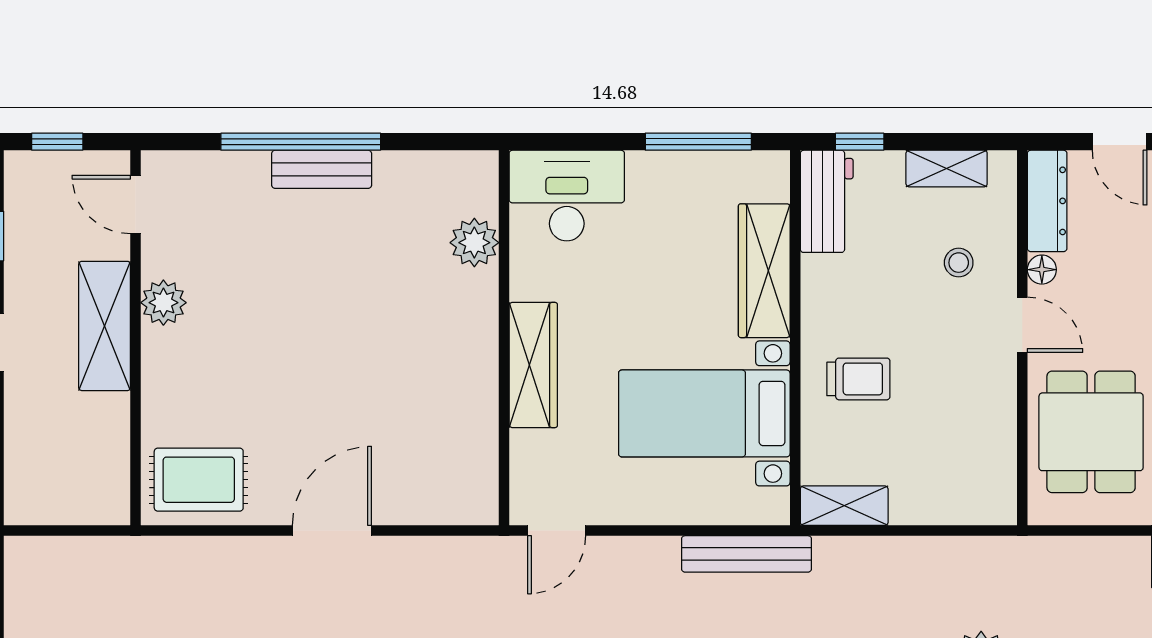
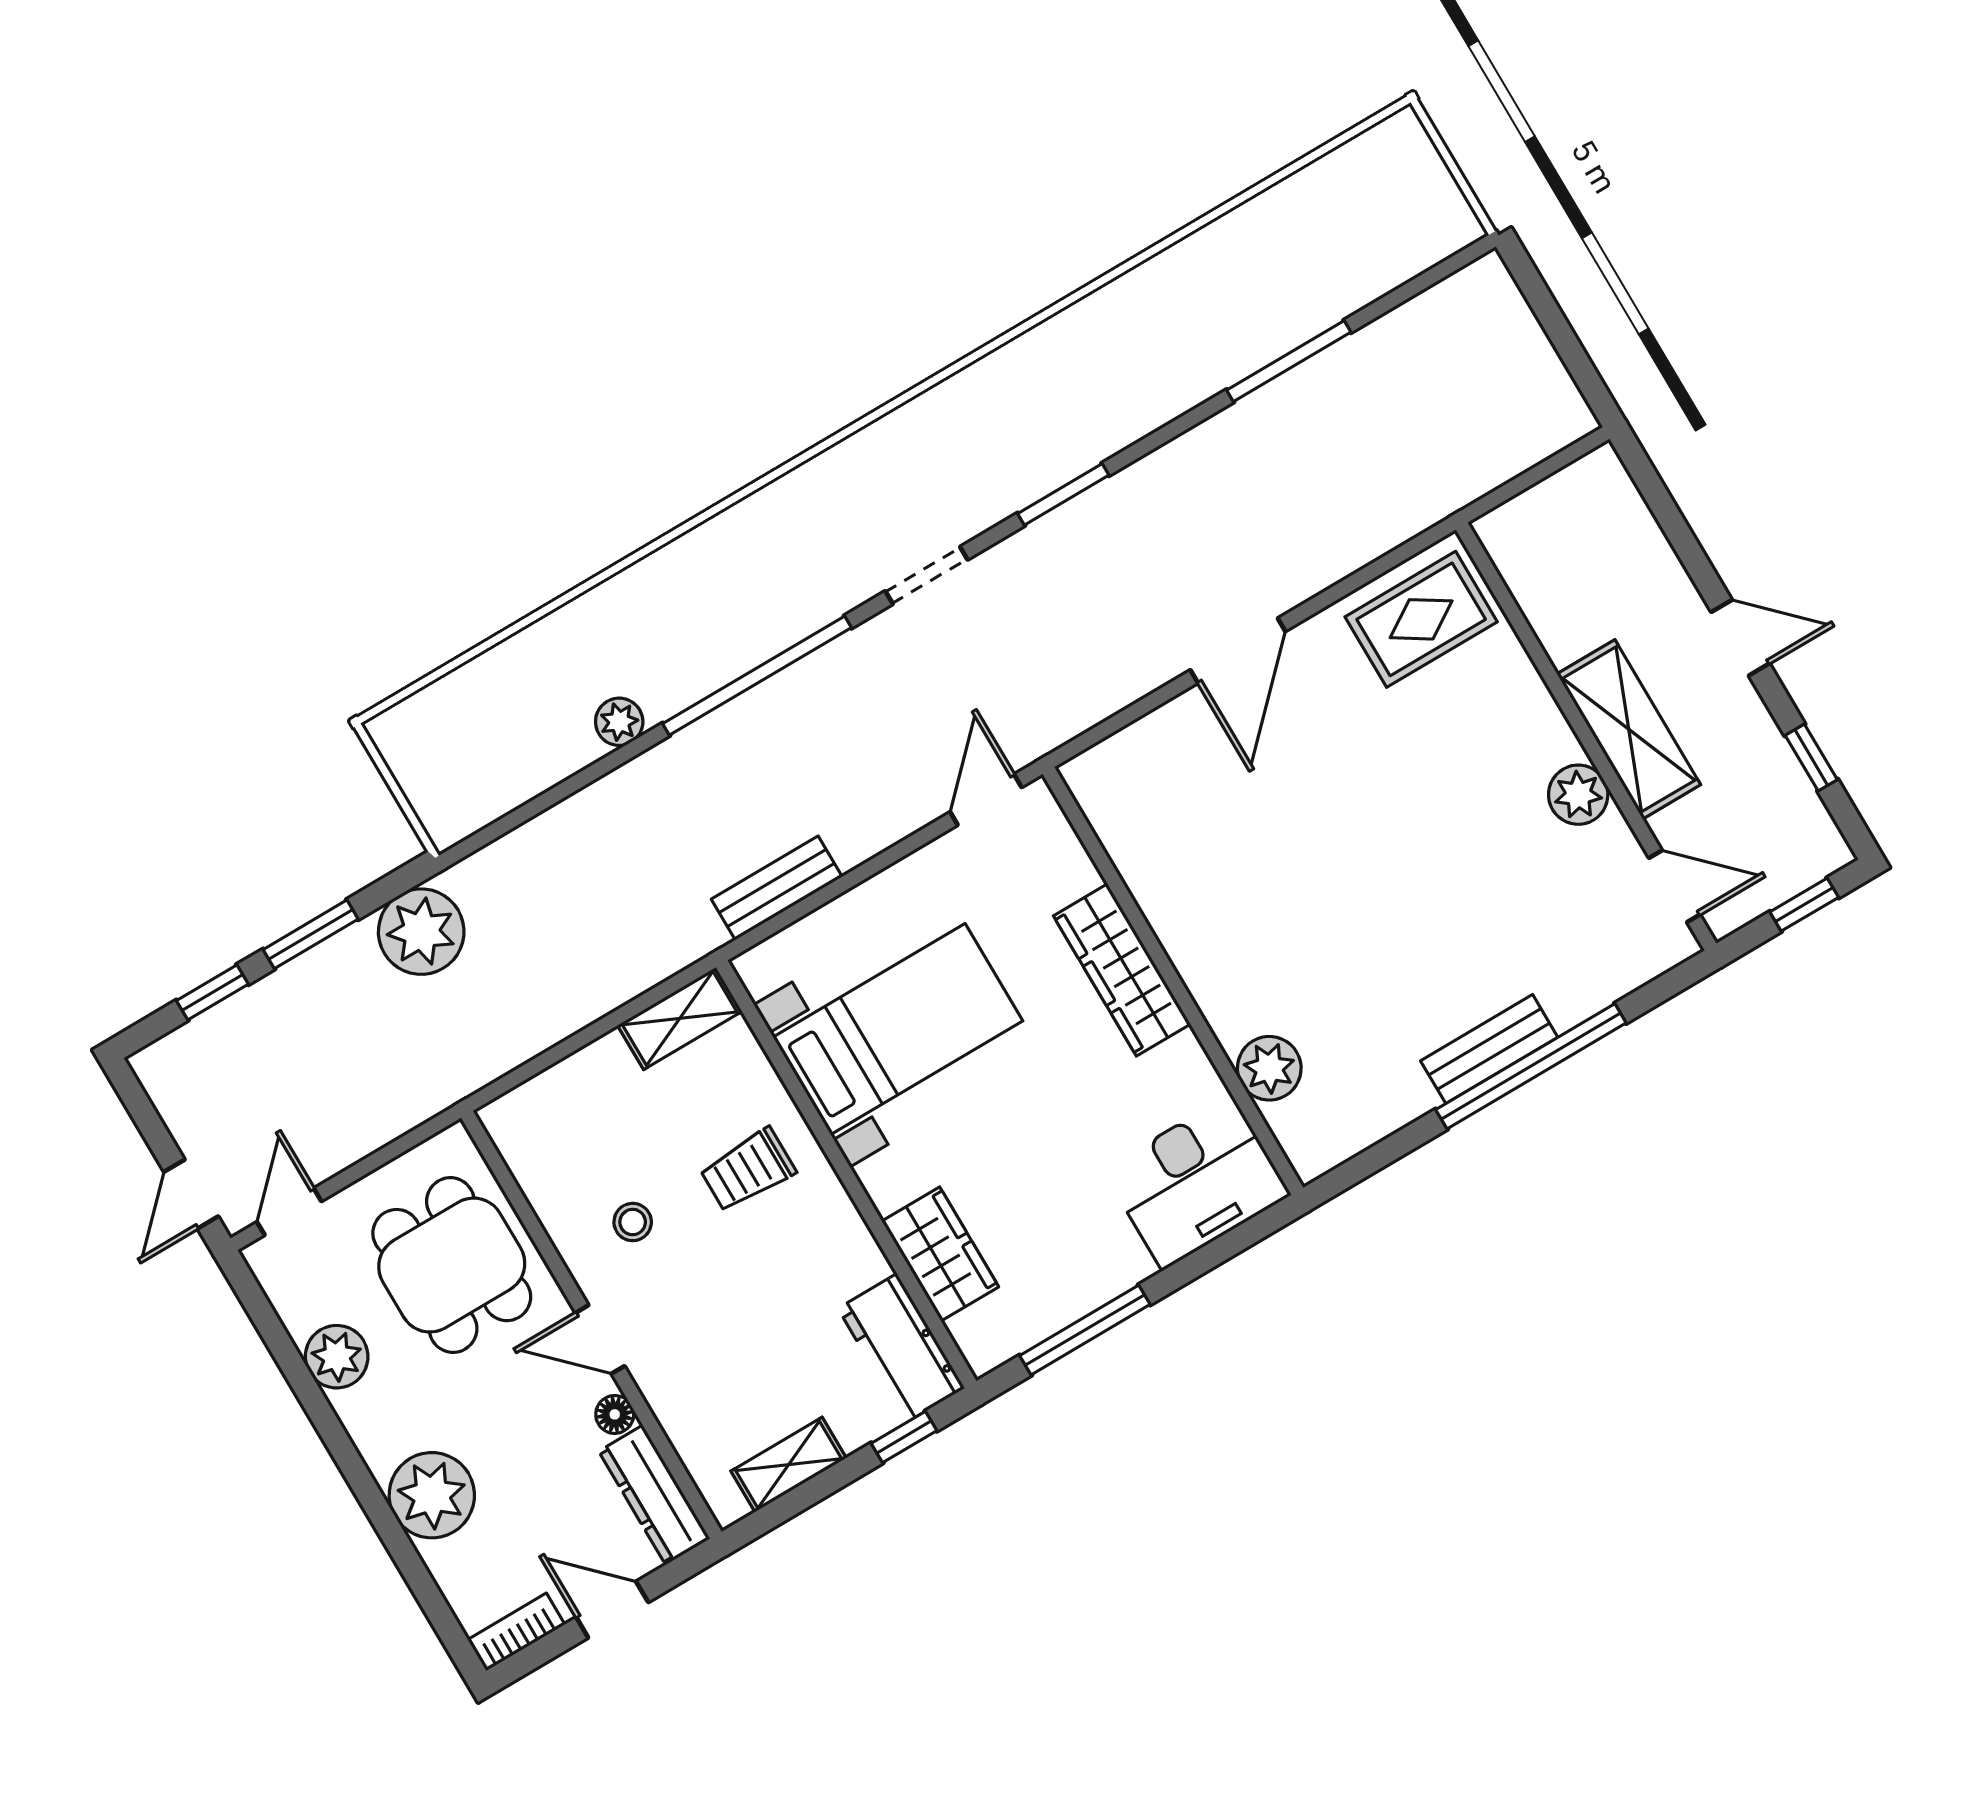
stool: (959, 263) -> (633, 1222), moved
wardrobe: (764, 271) -> (940, 1254), width x0.67
bench: (747, 554) -> (777, 888), width x0.73

